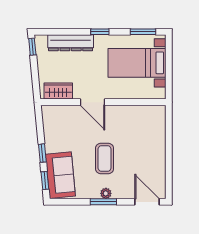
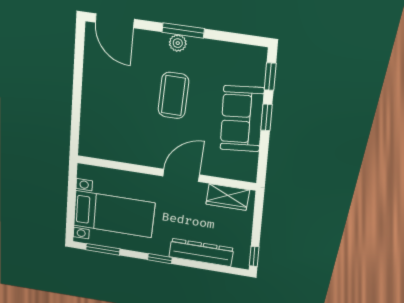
door: (92, 102) -> (181, 175), hinge flipped
sofa: (60, 175) -> (242, 119), moved

